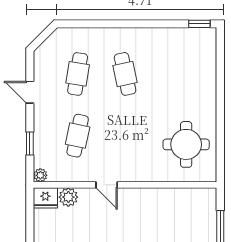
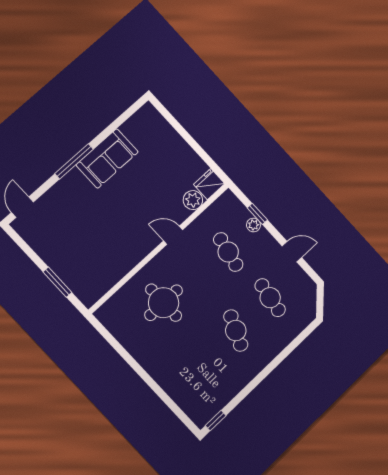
cafe table: (125, 74) -> (236, 331), turned 36
round table: (186, 144) -> (164, 303), moved
plant: (40, 175) -> (253, 225), moved

